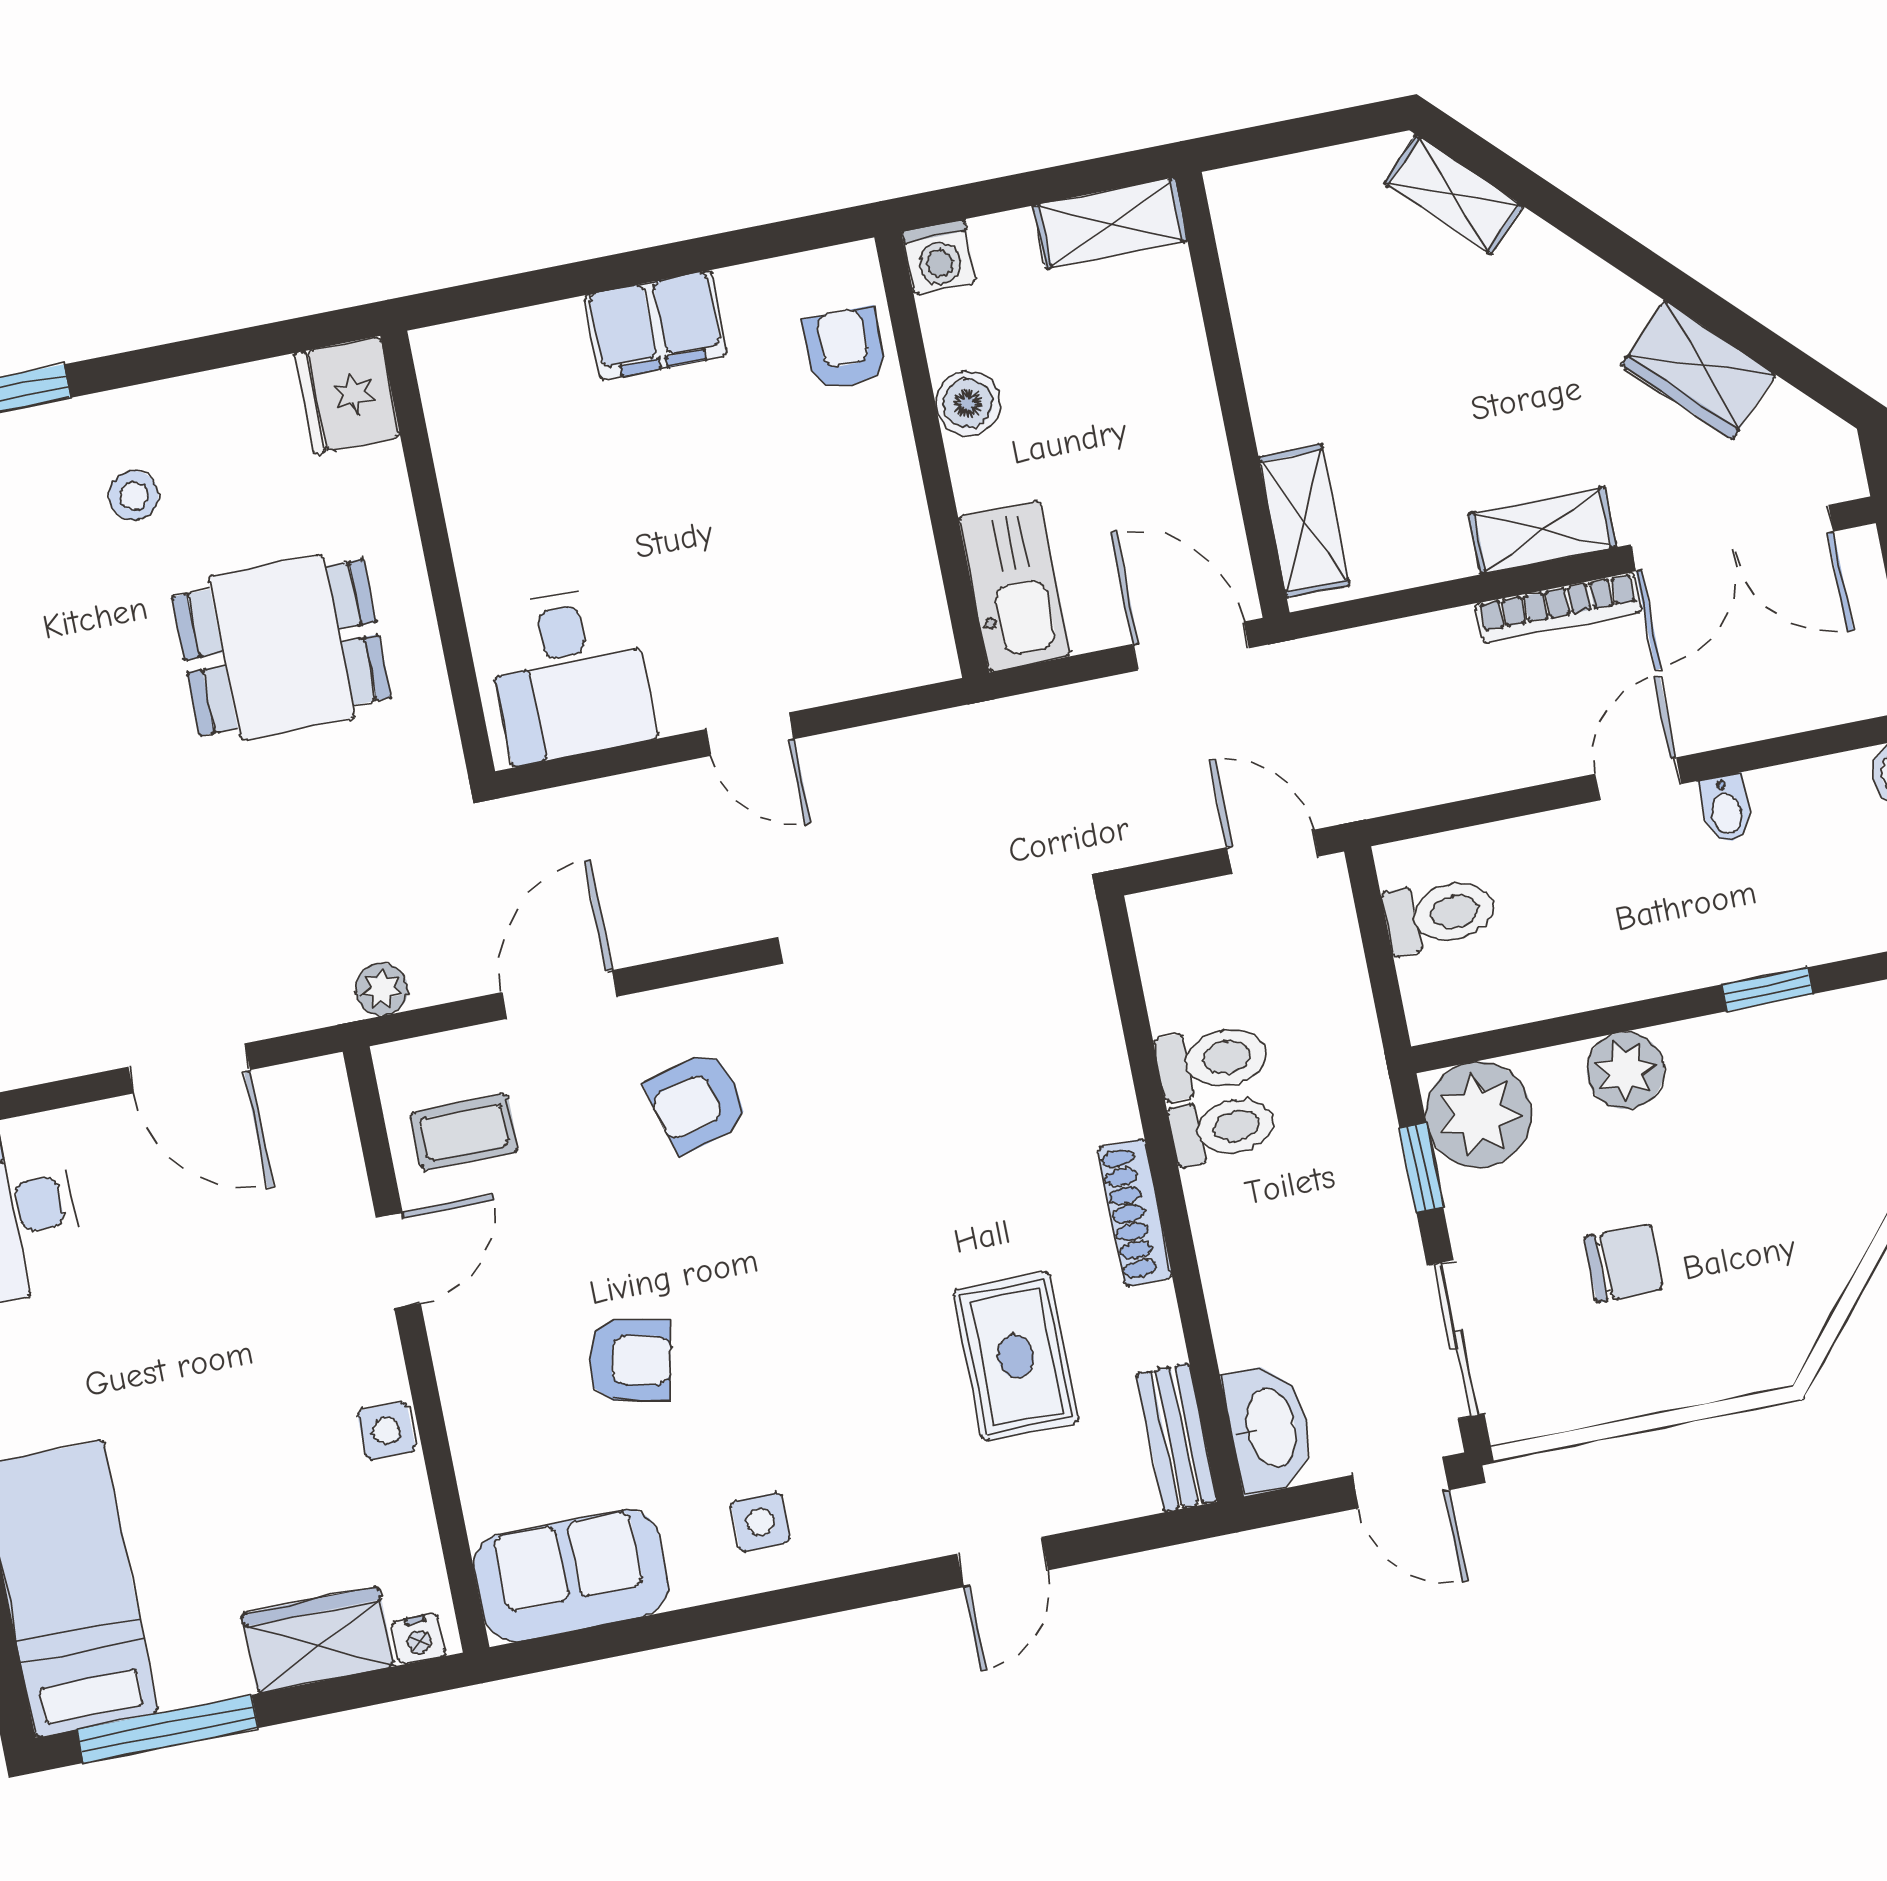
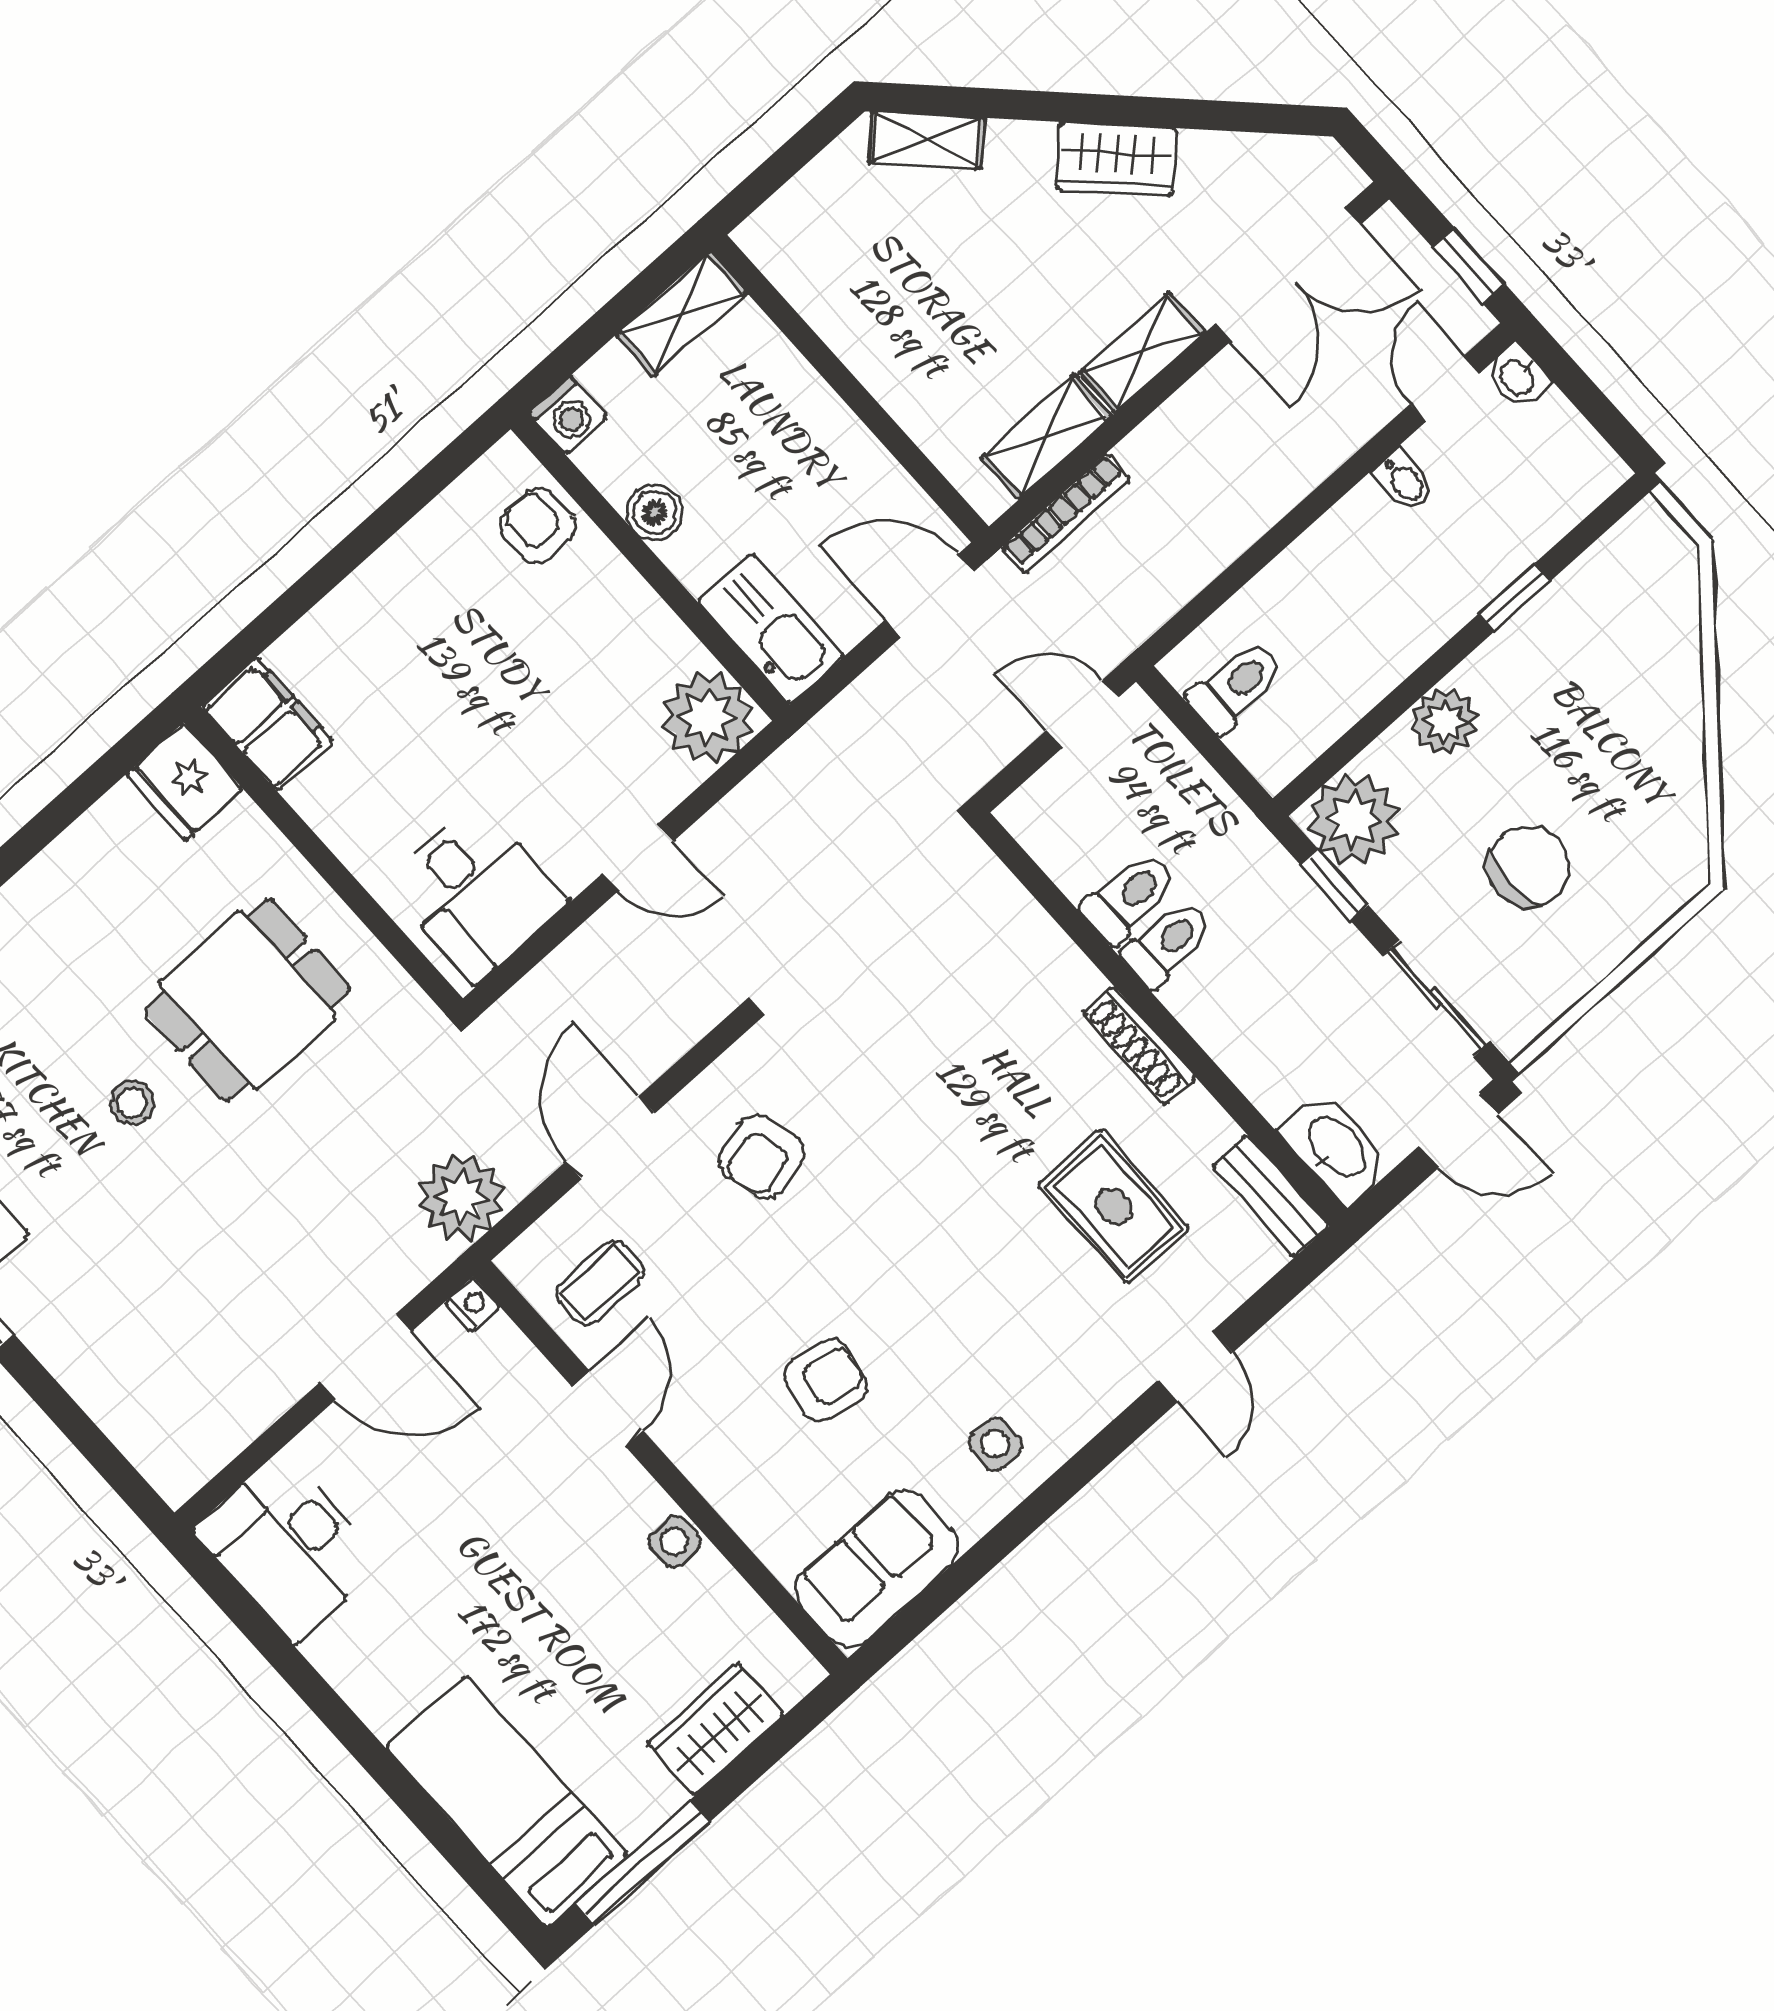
filing cabinet: (656, 325) -> (267, 724), moved, turned -90
wardrobe: (1698, 370) -> (1116, 159), moved
stool: (134, 496) -> (132, 1103), moved
shelving: (1304, 521) -> (1047, 437), moved, turned 90
bookcase: (1559, 608) -> (1066, 514), moved
plant: (900, 636) -> (707, 717), added
door: (1638, 779) -> (1445, 389), moved
plant: (382, 989) -> (461, 1198), width x1.87, depth x1.87
chair: (1624, 1263) -> (1529, 867), width x1.37, depth x1.37
nightstand: (419, 1639) -> (472, 1305), moved, turned -90

